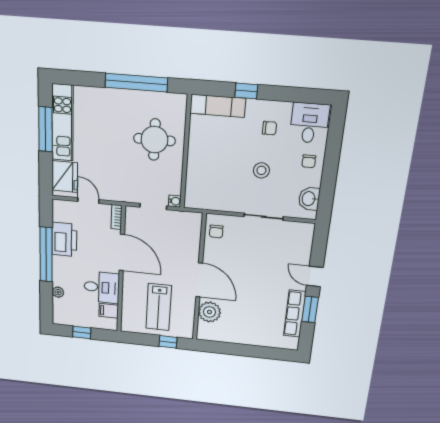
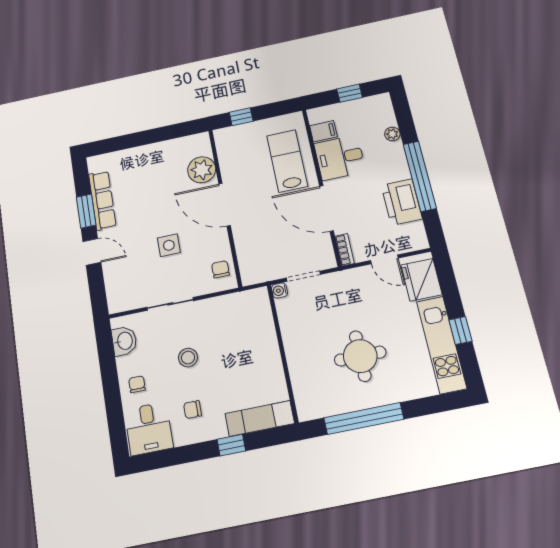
window: (45, 129) -> (460, 331), width x0.46
round table: (154, 140) -> (360, 356), moved
side table: (252, 262) -> (169, 245), added
lab bench: (159, 307) -> (287, 161), moved

